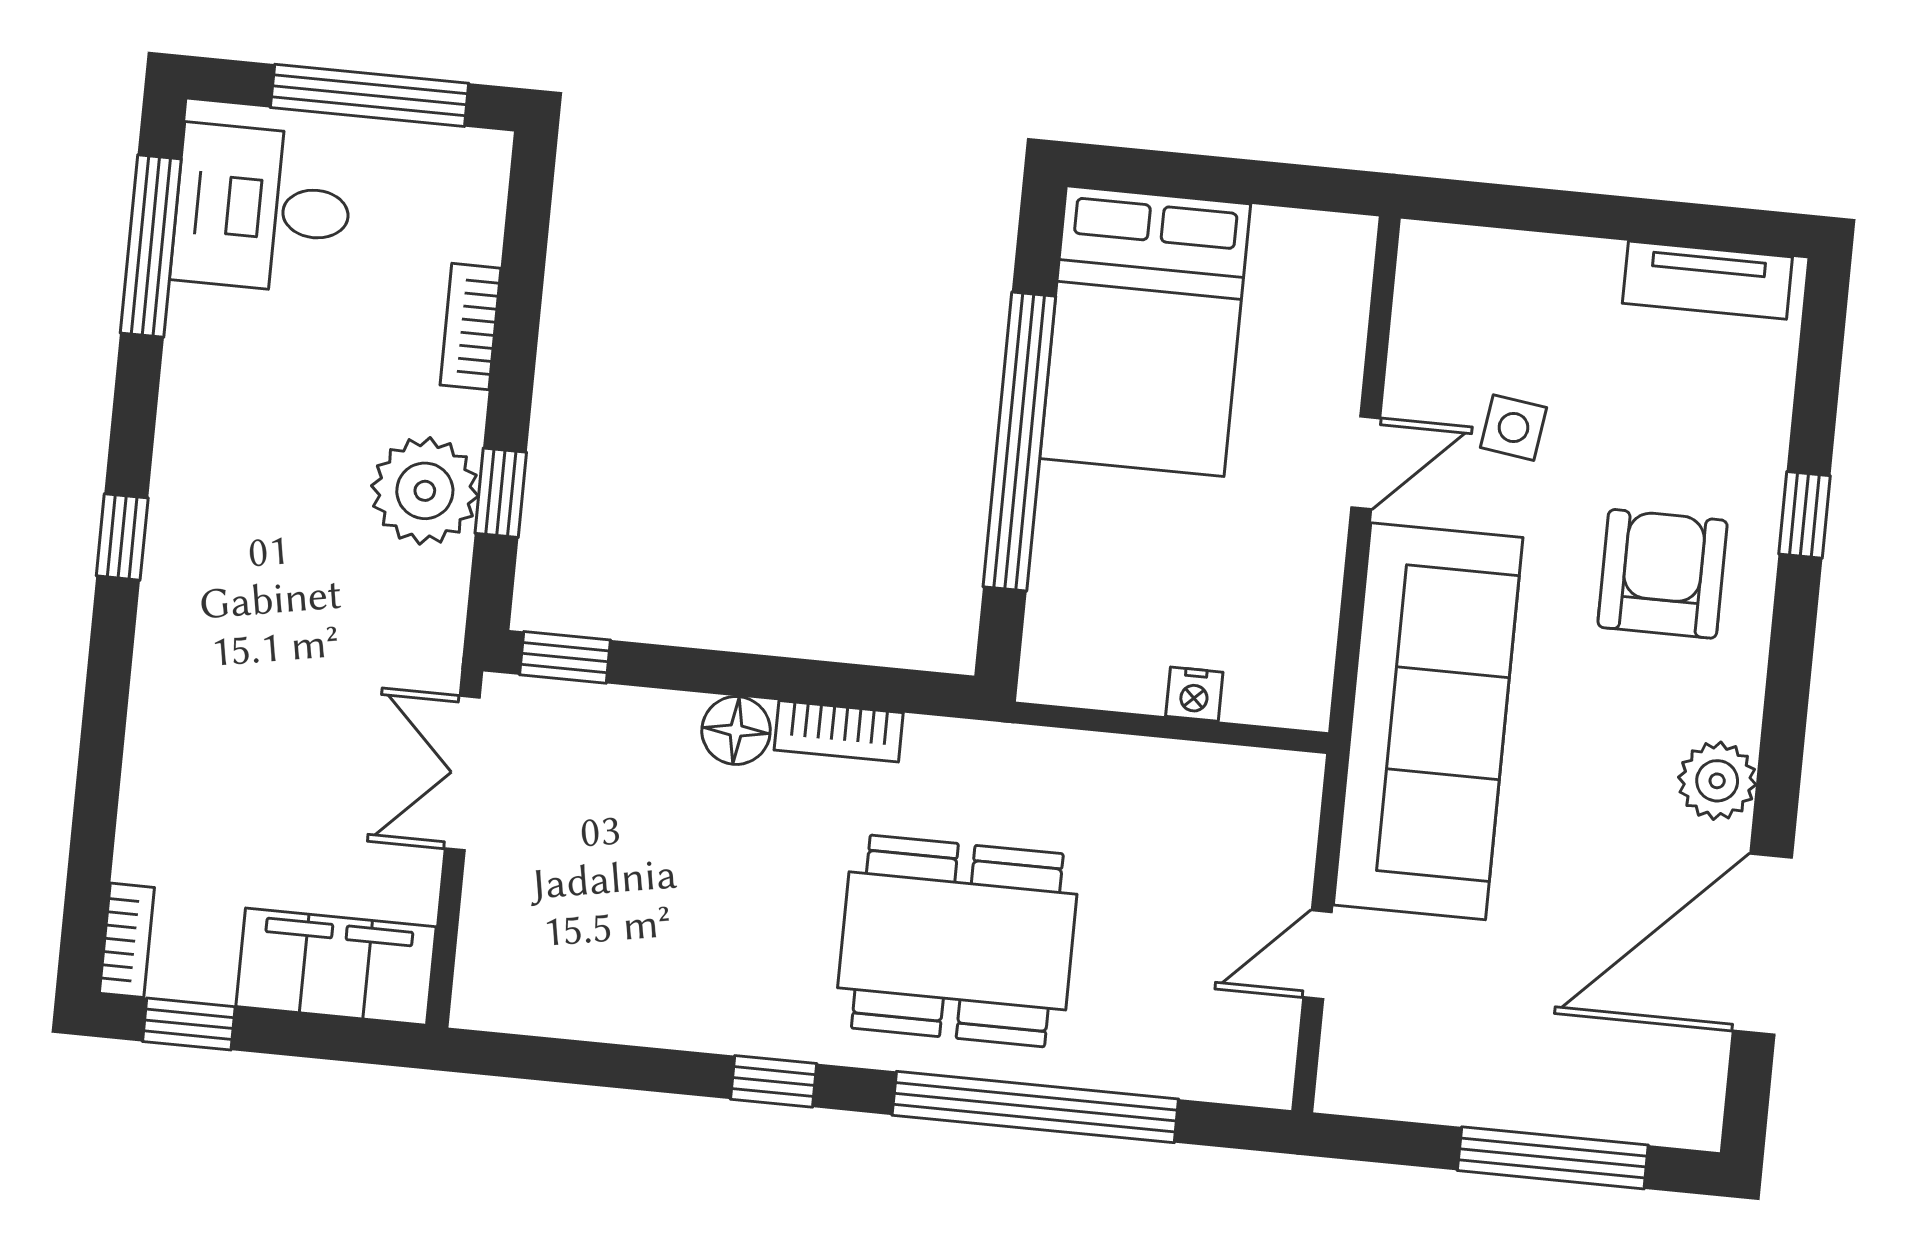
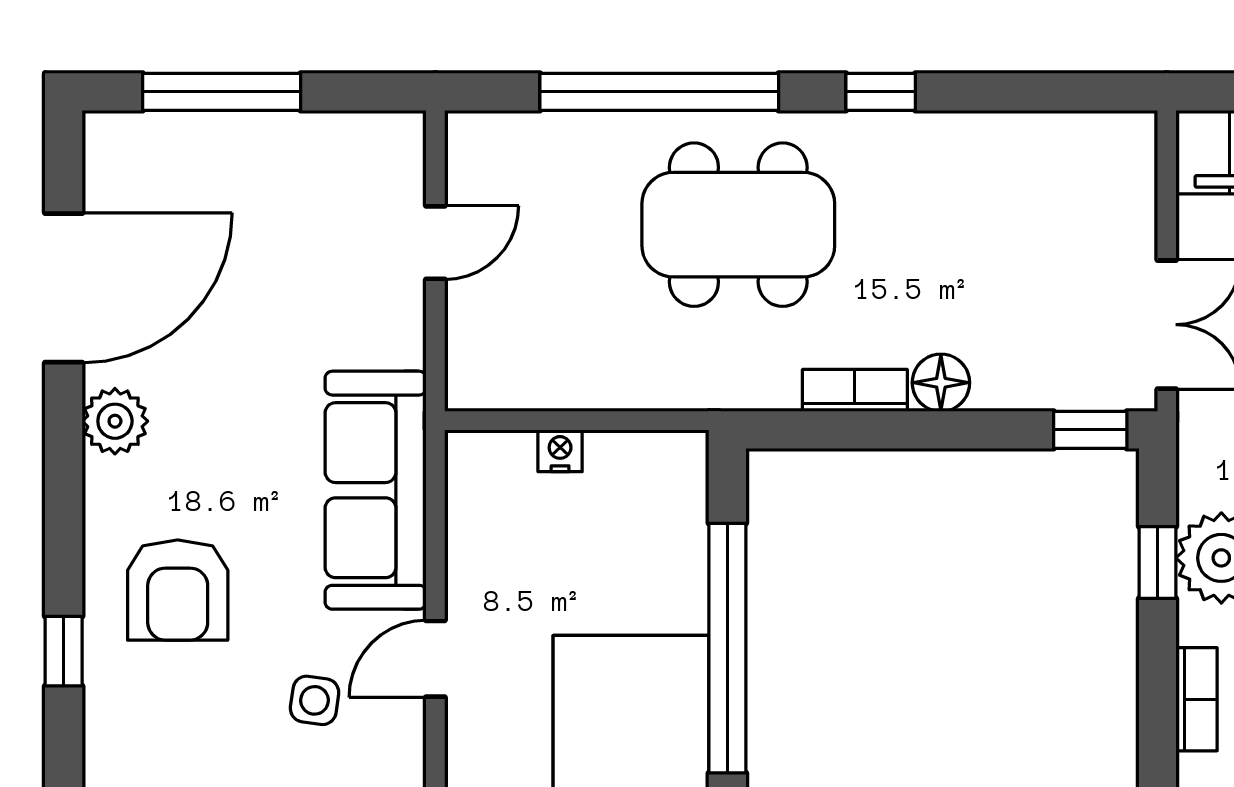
sofa: (1428, 721) -> (376, 490), width x0.74, depth x0.79

